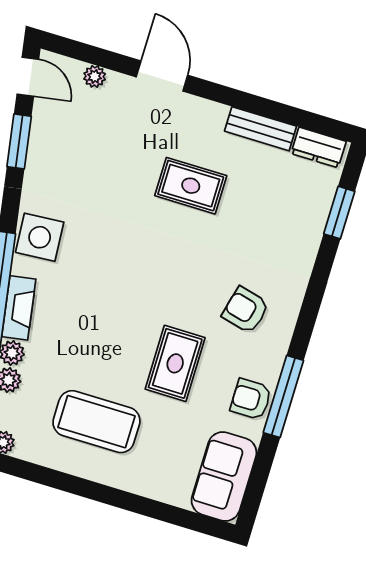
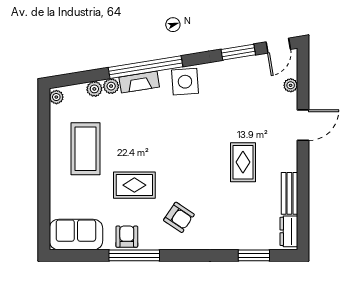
armchair: (246, 310) -> (179, 217), turned 110

